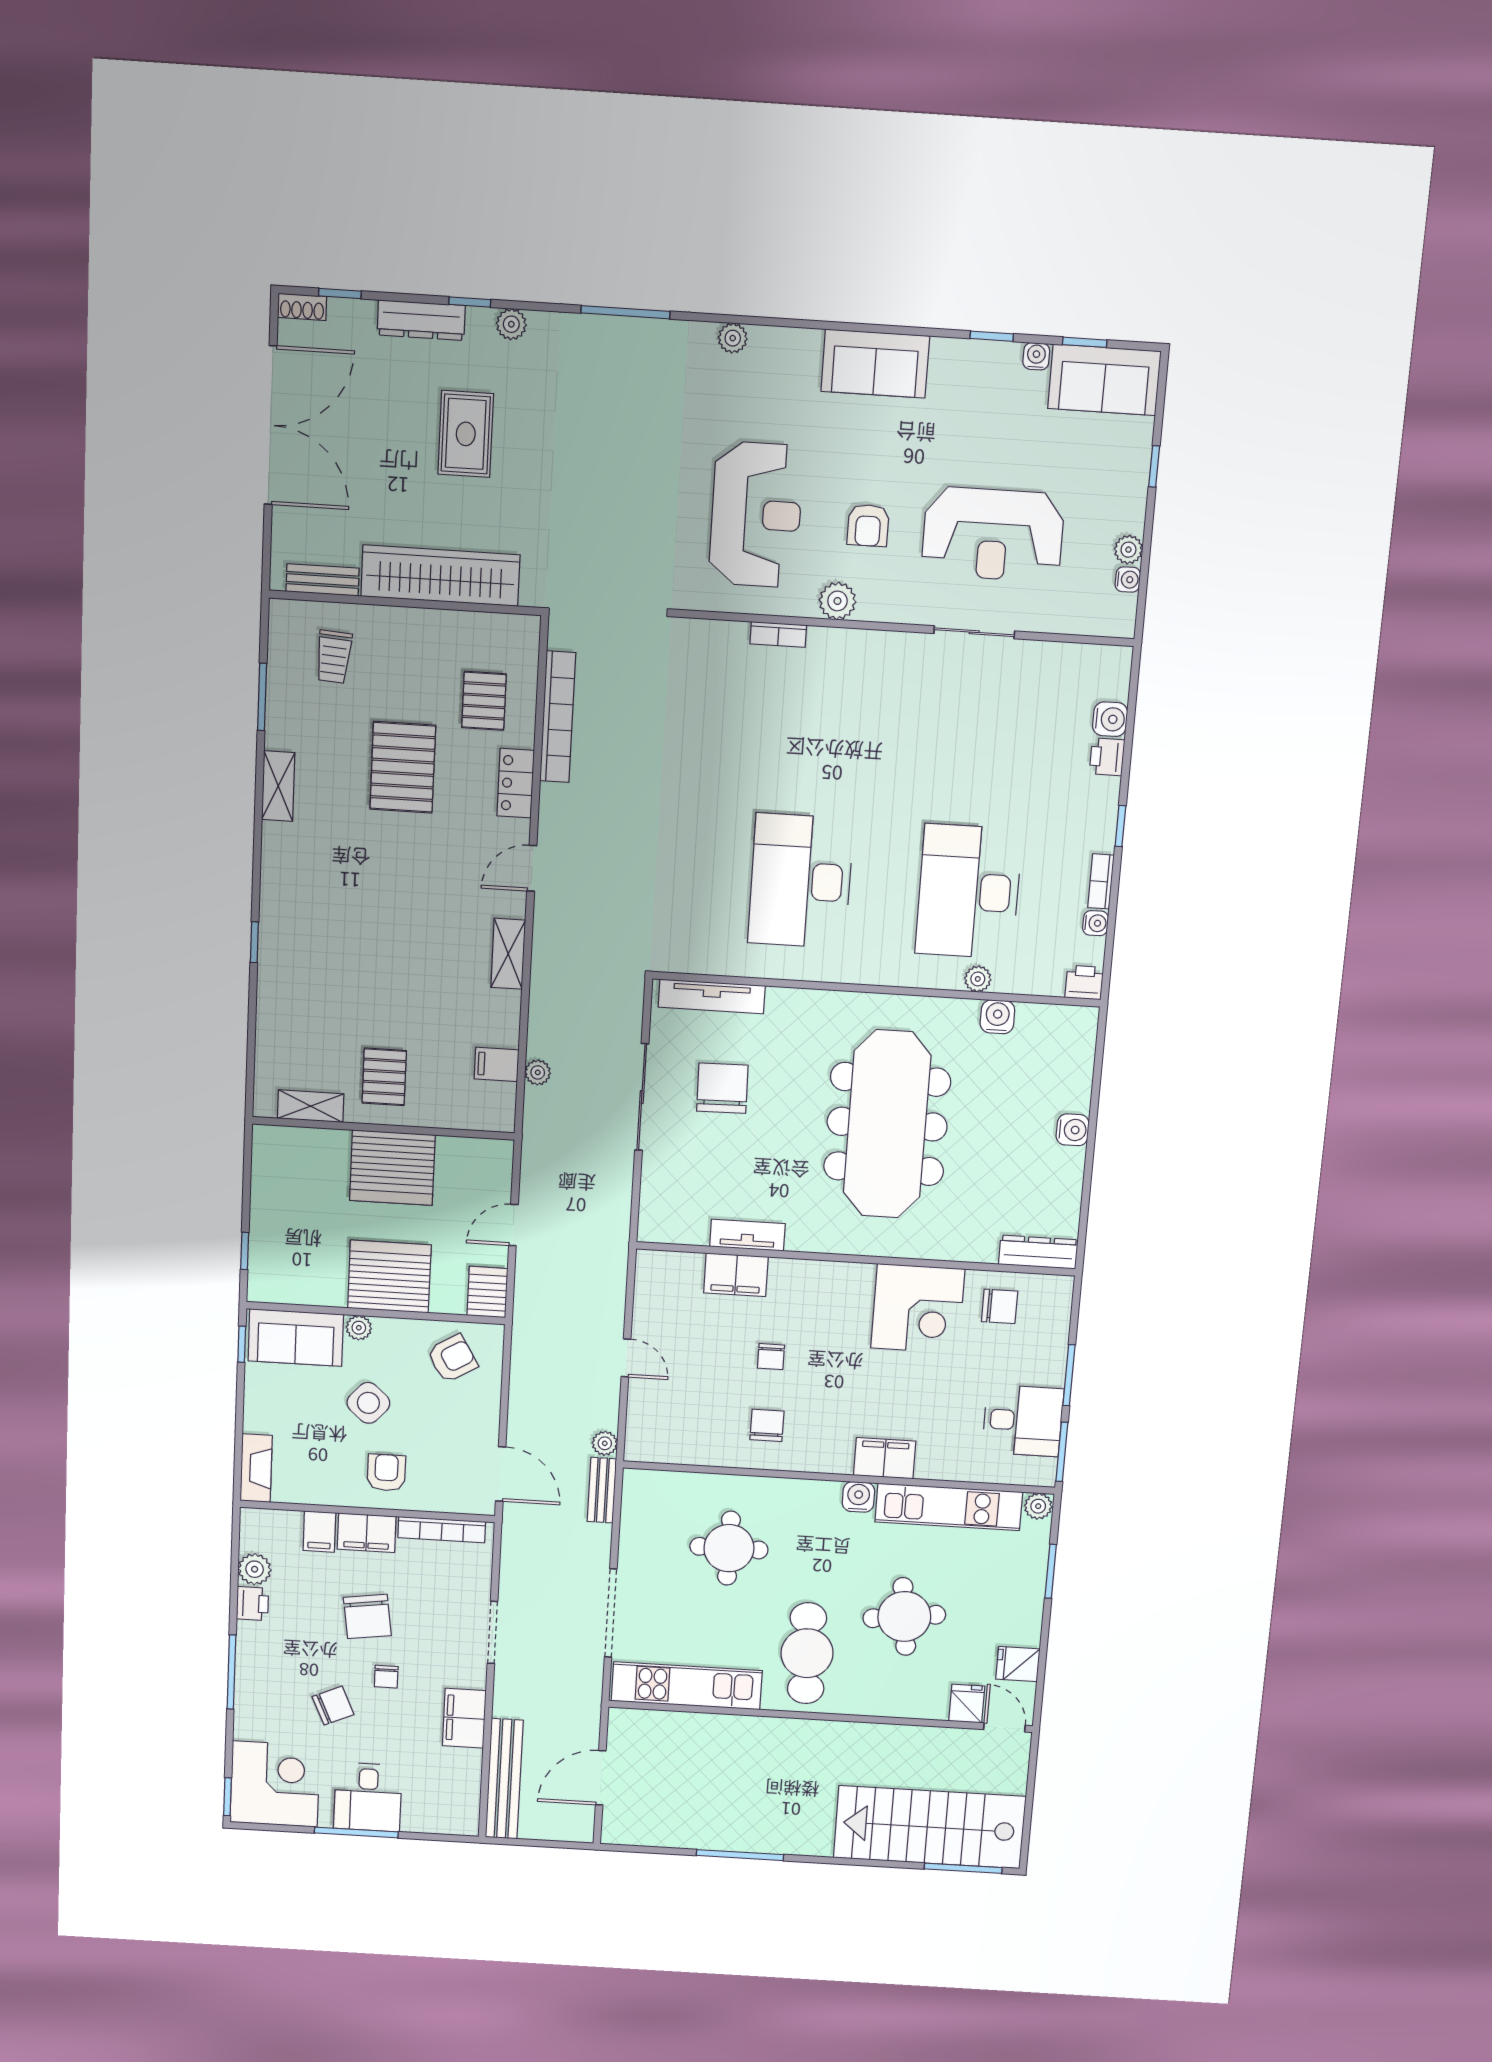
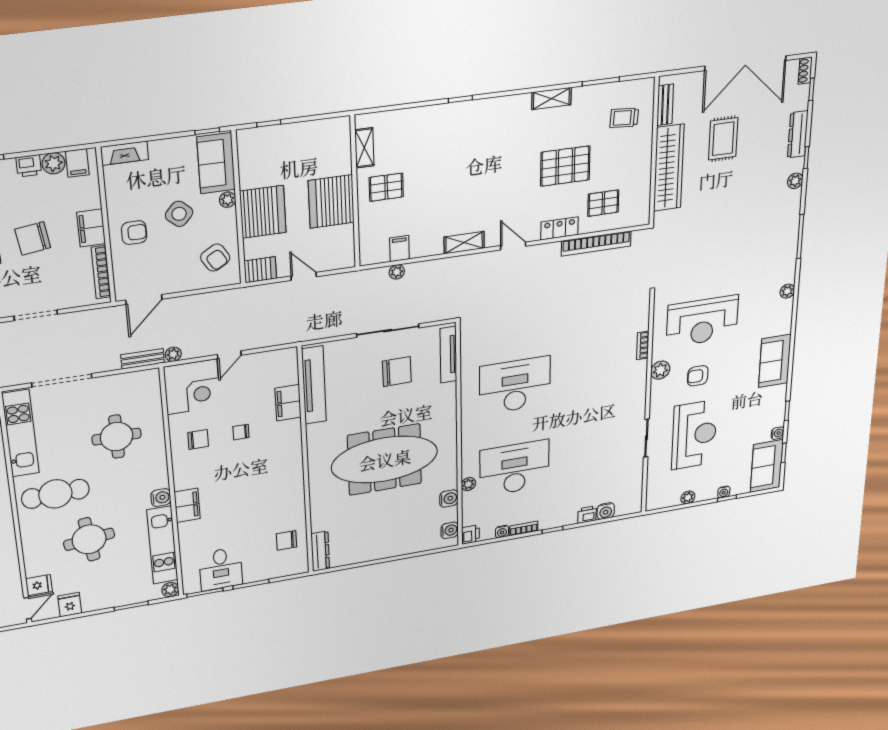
rug: (466, 434) -> (723, 139), moved, turned 90
reception desk: (993, 534) -> (694, 435), turned 180
water cooler: (1128, 580) -> (724, 492), moved
water cooler: (1073, 1130) -> (450, 530), moved, turned -90
tv unit: (747, 1235) -> (314, 385), width x1.92, depth x1.29
chair: (1000, 1306) -> (287, 540), turned 90
corner desk: (918, 1309) -> (192, 387), moved, turned -90
filing cabinet: (319, 1532) -> (77, 163), moved, turned -90

